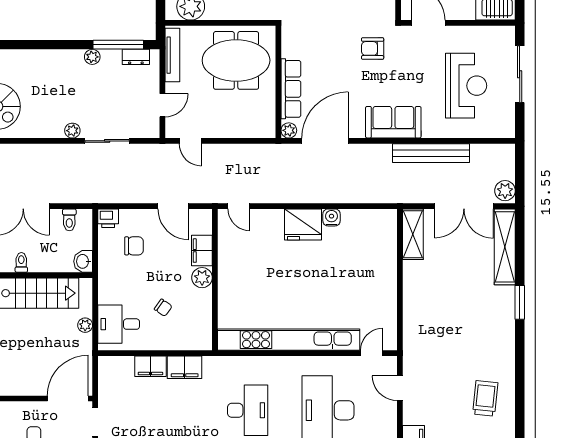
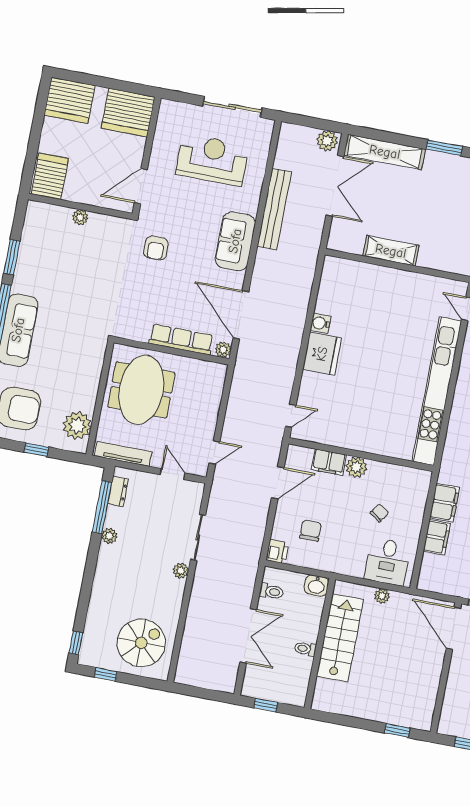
sliding door: (520, 74) -> (232, 107), moved
shelving: (413, 234) -> (391, 251), moved

